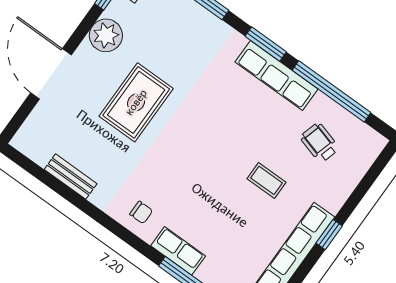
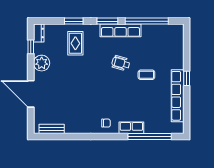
rug: (136, 102) -> (75, 43), moved, width x0.73, depth x0.70
wheelchair: (320, 143) -> (121, 63), moved
bench: (71, 177) -> (52, 129), moved

